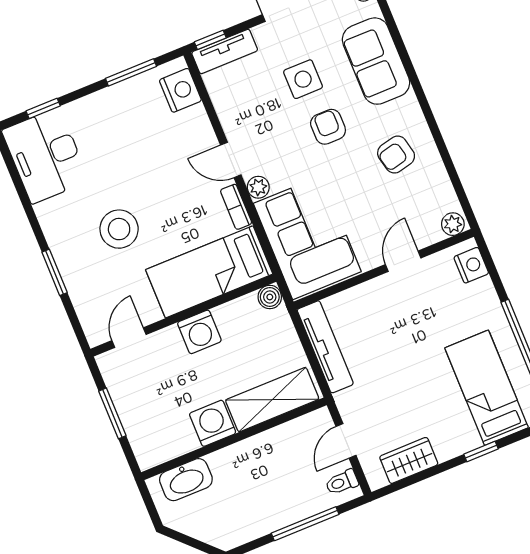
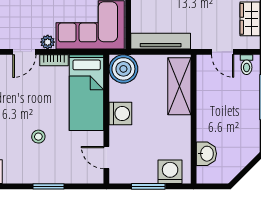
stool: (119, 229) -> (38, 137), width x0.53, depth x0.53
boiler: (270, 297) -> (123, 69), width x1.86, depth x1.86
washing machine: (213, 423) -> (170, 172), moved, turned 90
washbasin: (186, 480) -> (206, 154), width x0.72

